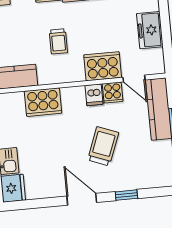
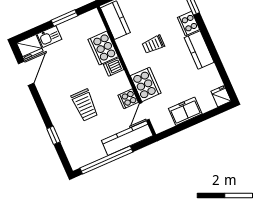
dishwasher: (94, 95) -> (114, 67), moved
trolley: (103, 146) -> (85, 105), turned 69
door: (82, 199) -> (26, 73), moved

